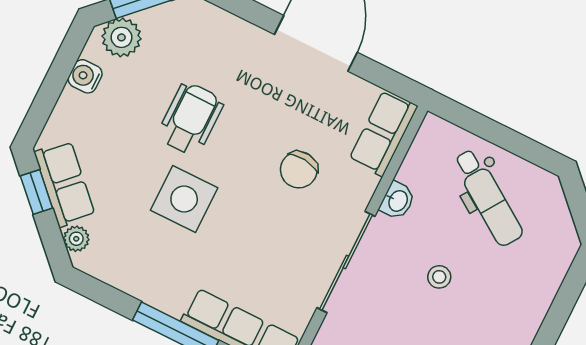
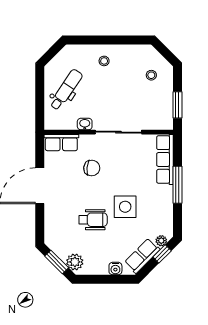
water cooler: (85, 76) -> (115, 269), moved
wheelchair: (190, 119) -> (93, 220), turned 180
window: (36, 192) -> (162, 254), moved
stool: (439, 277) -> (104, 61), moved

